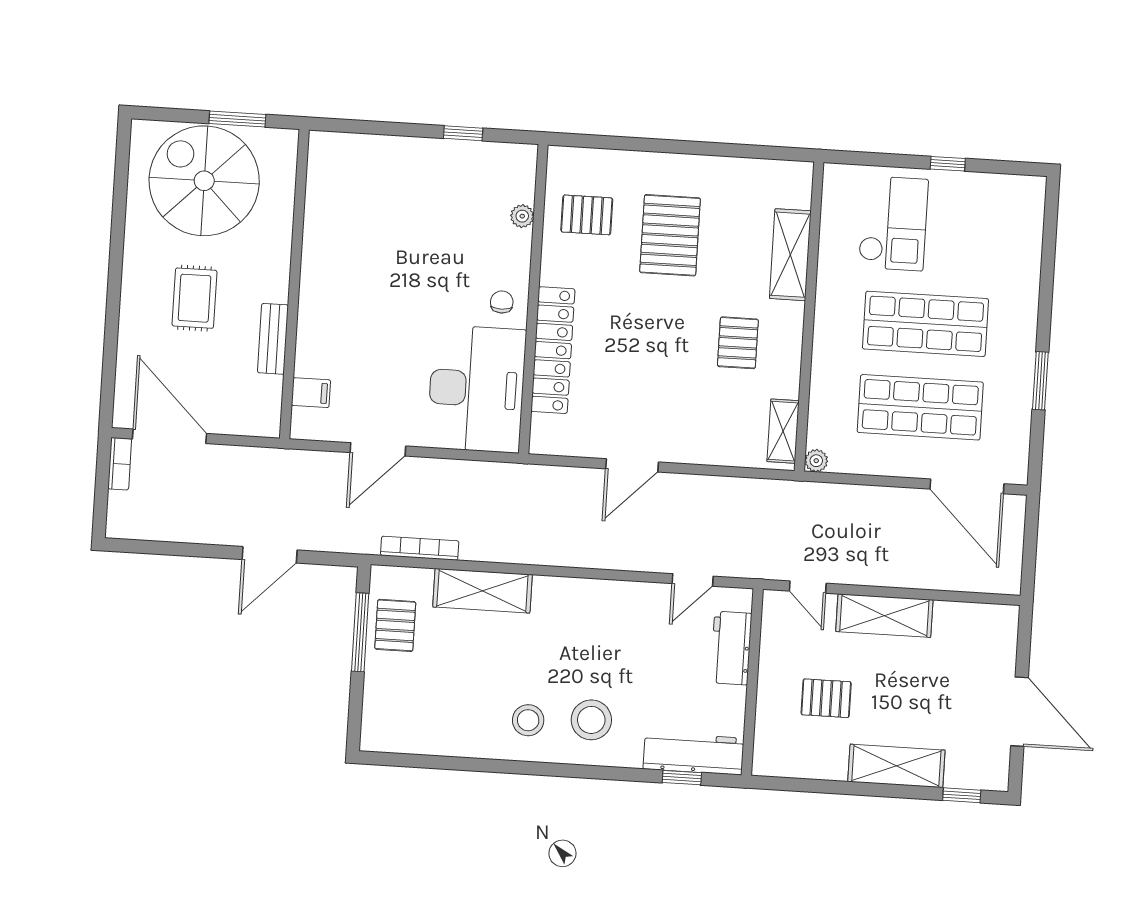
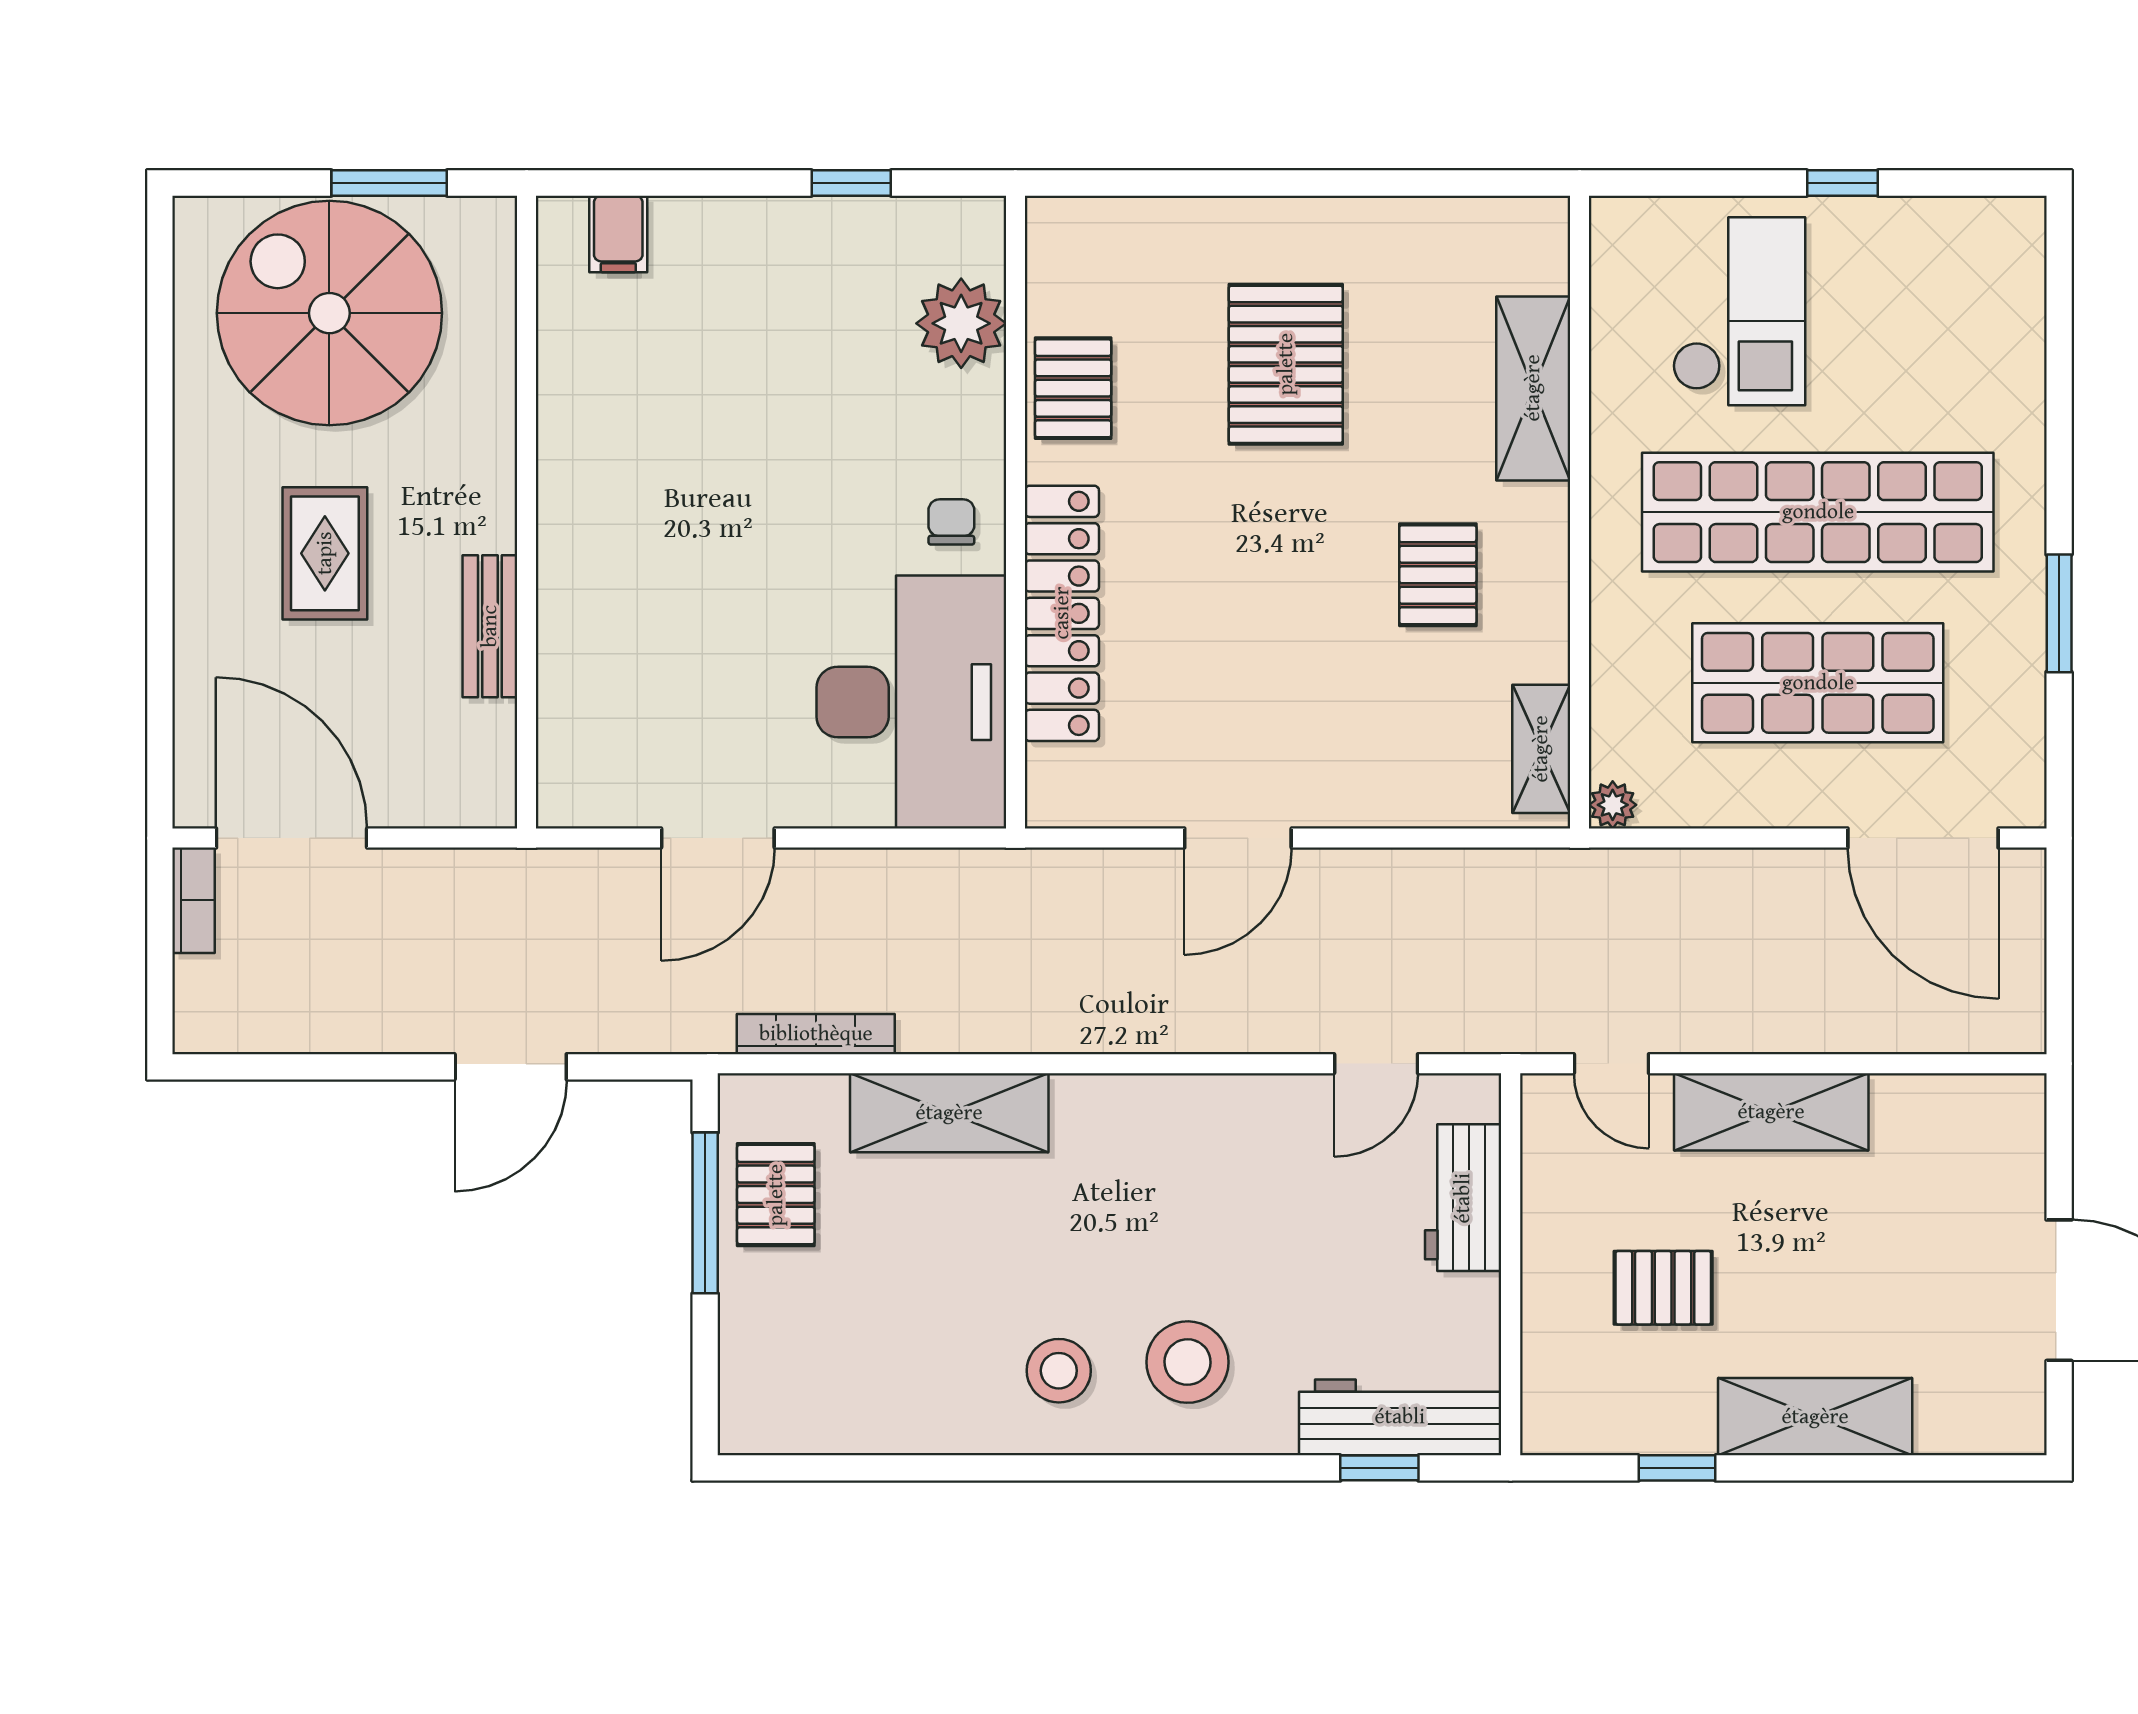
pallet: (587, 215) -> (1073, 388), moved, turned 90
plant: (522, 216) -> (961, 323), width x1.87, depth x1.87
shop shelf: (926, 324) -> (1818, 512), width x1.40
filing cabinet: (311, 393) -> (618, 234), moved, turned 90
window: (962, 795) -> (1677, 1468), moved

